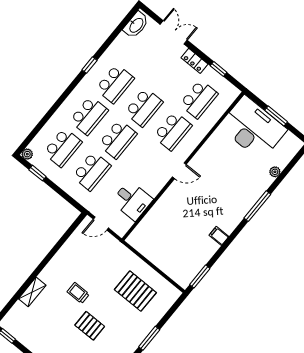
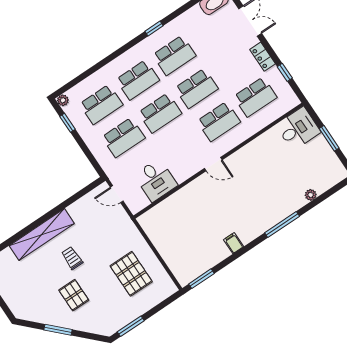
desk: (253, 128) -> (298, 129), width x0.53, depth x0.77
shelving: (32, 292) -> (42, 235), width x2.20, depth x1.33

